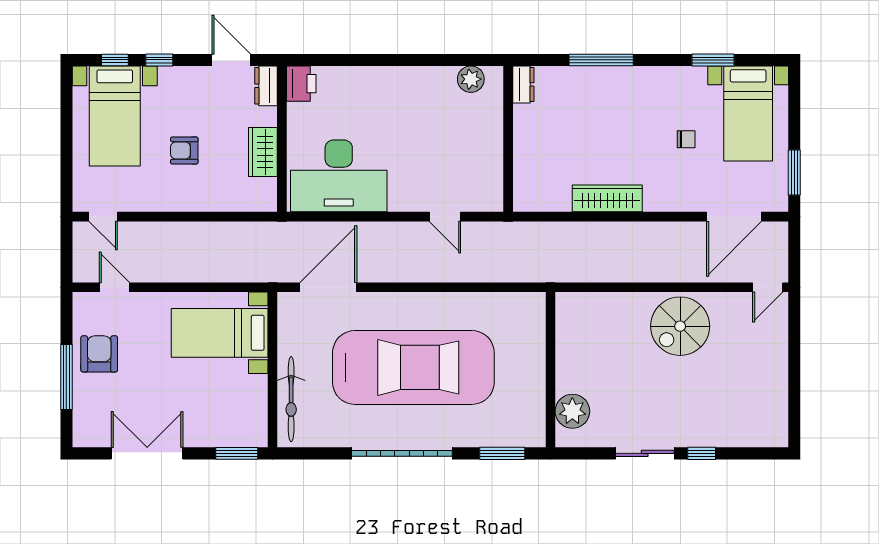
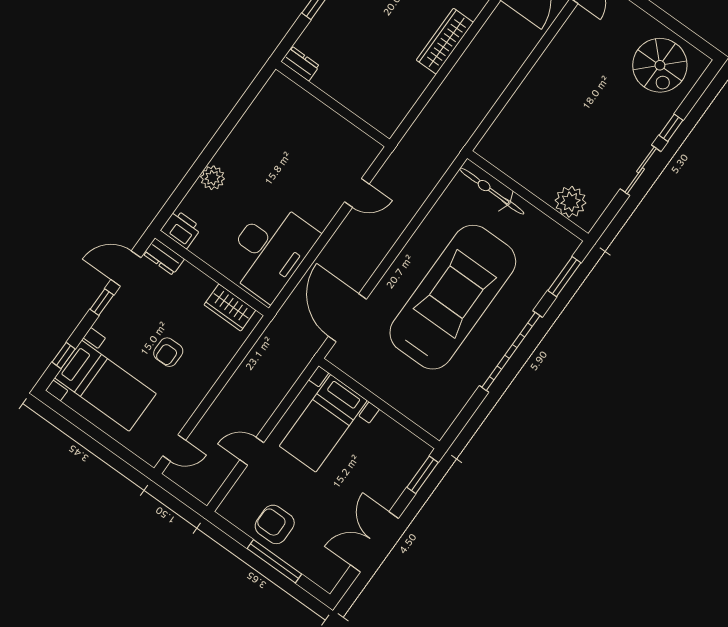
window: (159, 60) -> (102, 302), moved
plant: (471, 79) -> (213, 178), moved
wardrobe: (263, 152) -> (230, 307), moved
wardrobe: (607, 198) -> (445, 41), moved
door: (114, 287) -> (252, 451), moved
spiral stairs: (680, 326) -> (660, 65), moved
bicycle: (291, 399) -> (492, 191), moved, turned 180

